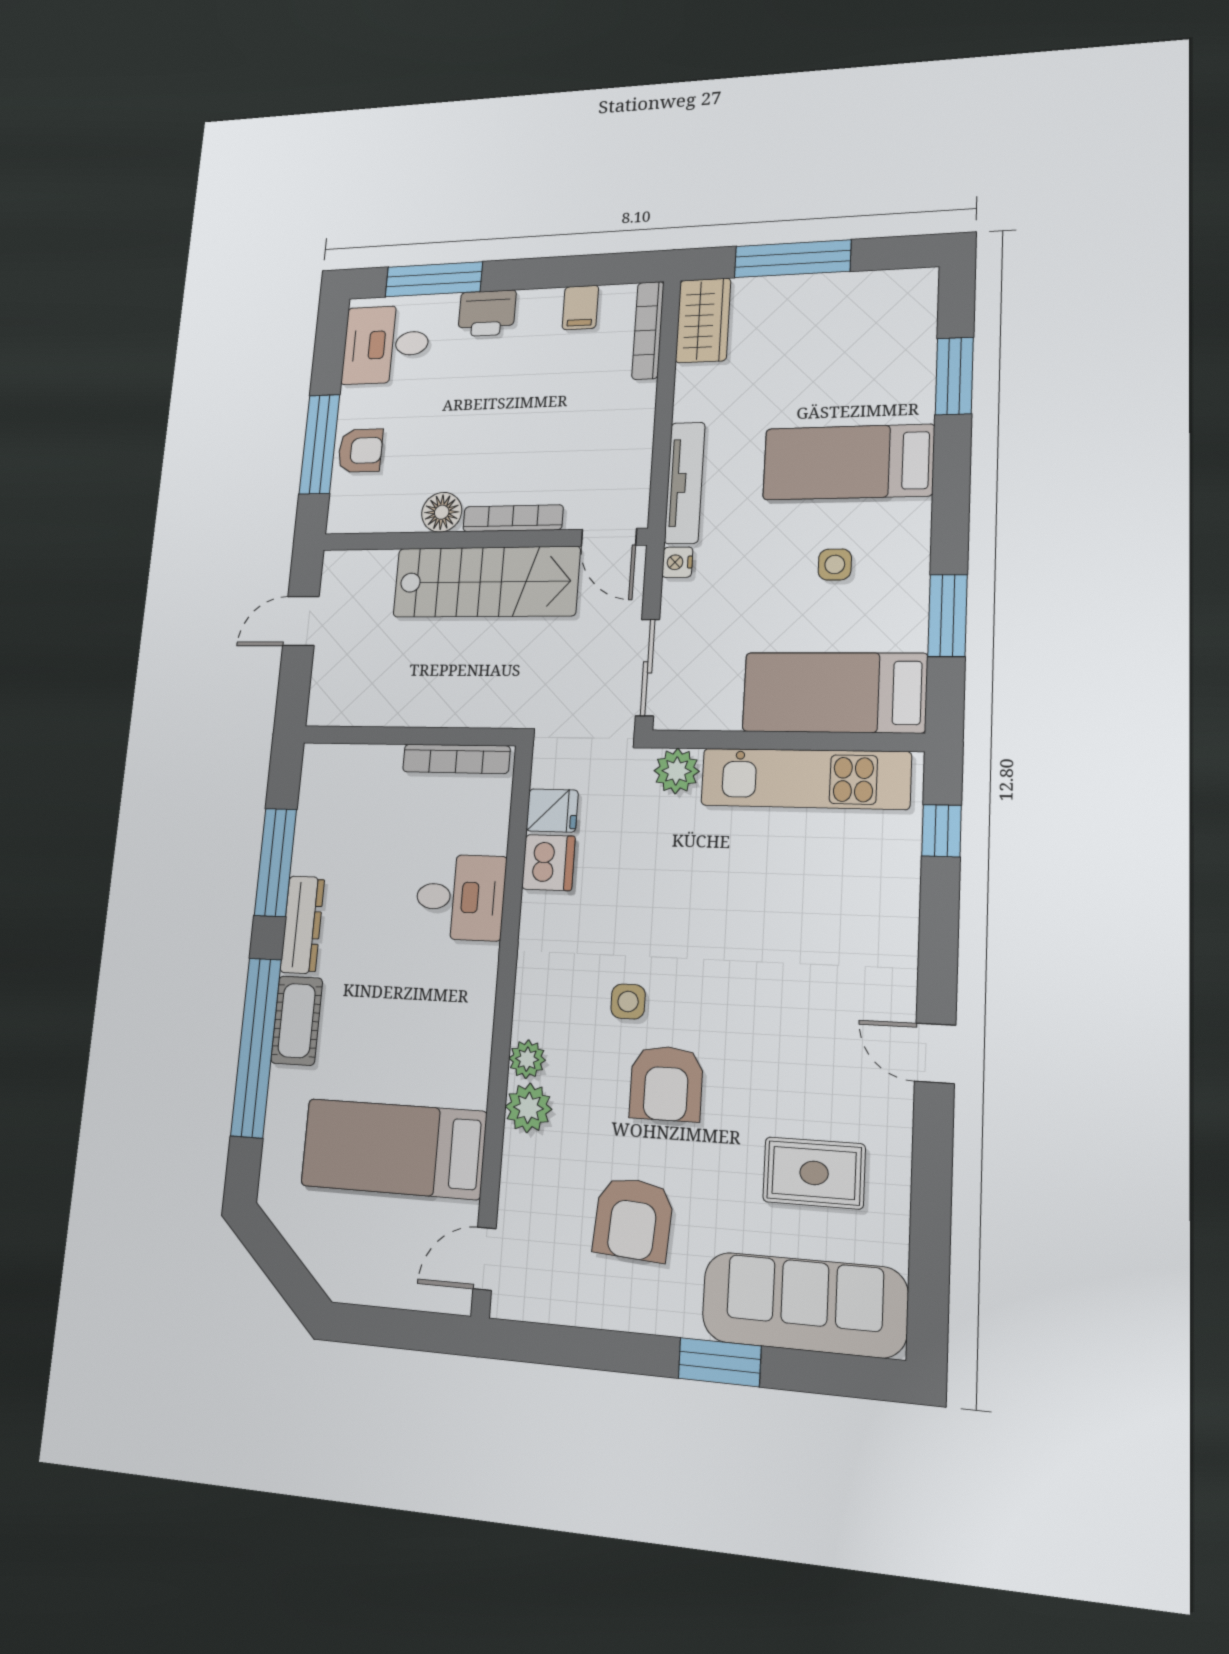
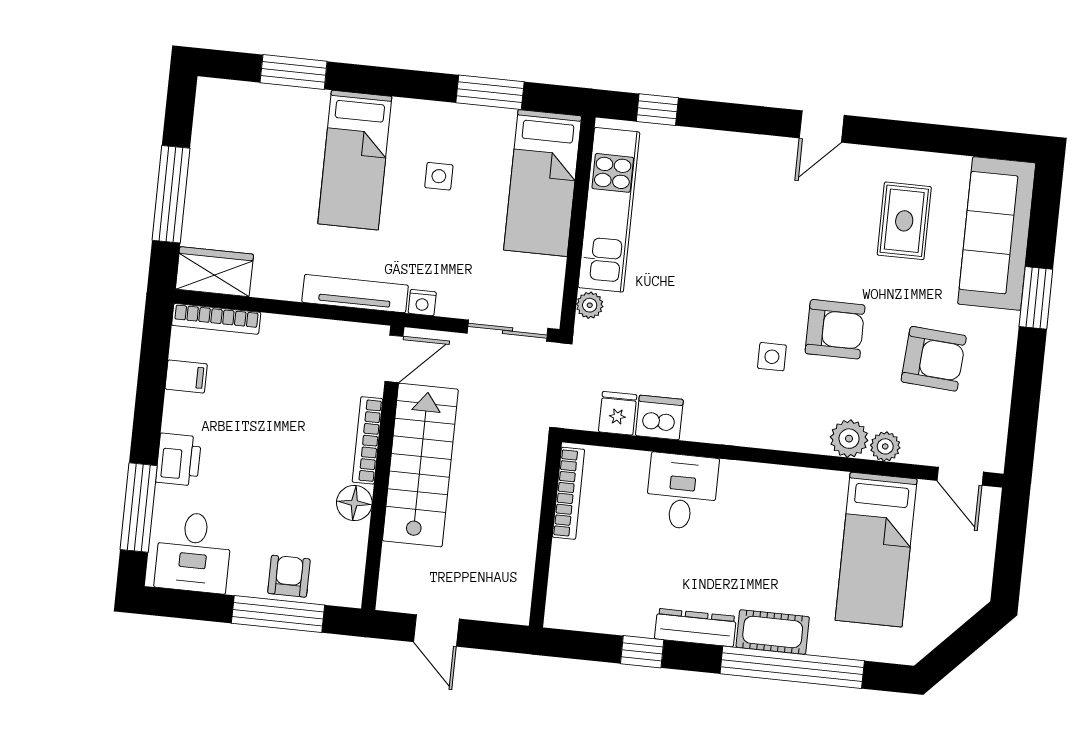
plant: (677, 771) -> (590, 305), width x0.73, depth x0.73
window: (276, 862) -> (642, 652), width x0.46
plant: (527, 1059) -> (885, 446), moved

